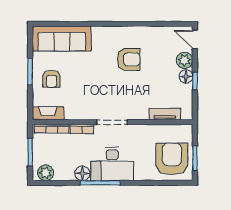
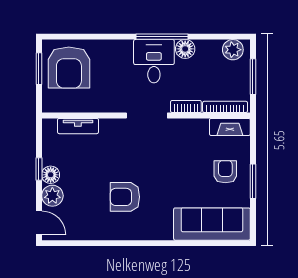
desk: (112, 164) -> (154, 61), width x0.73

